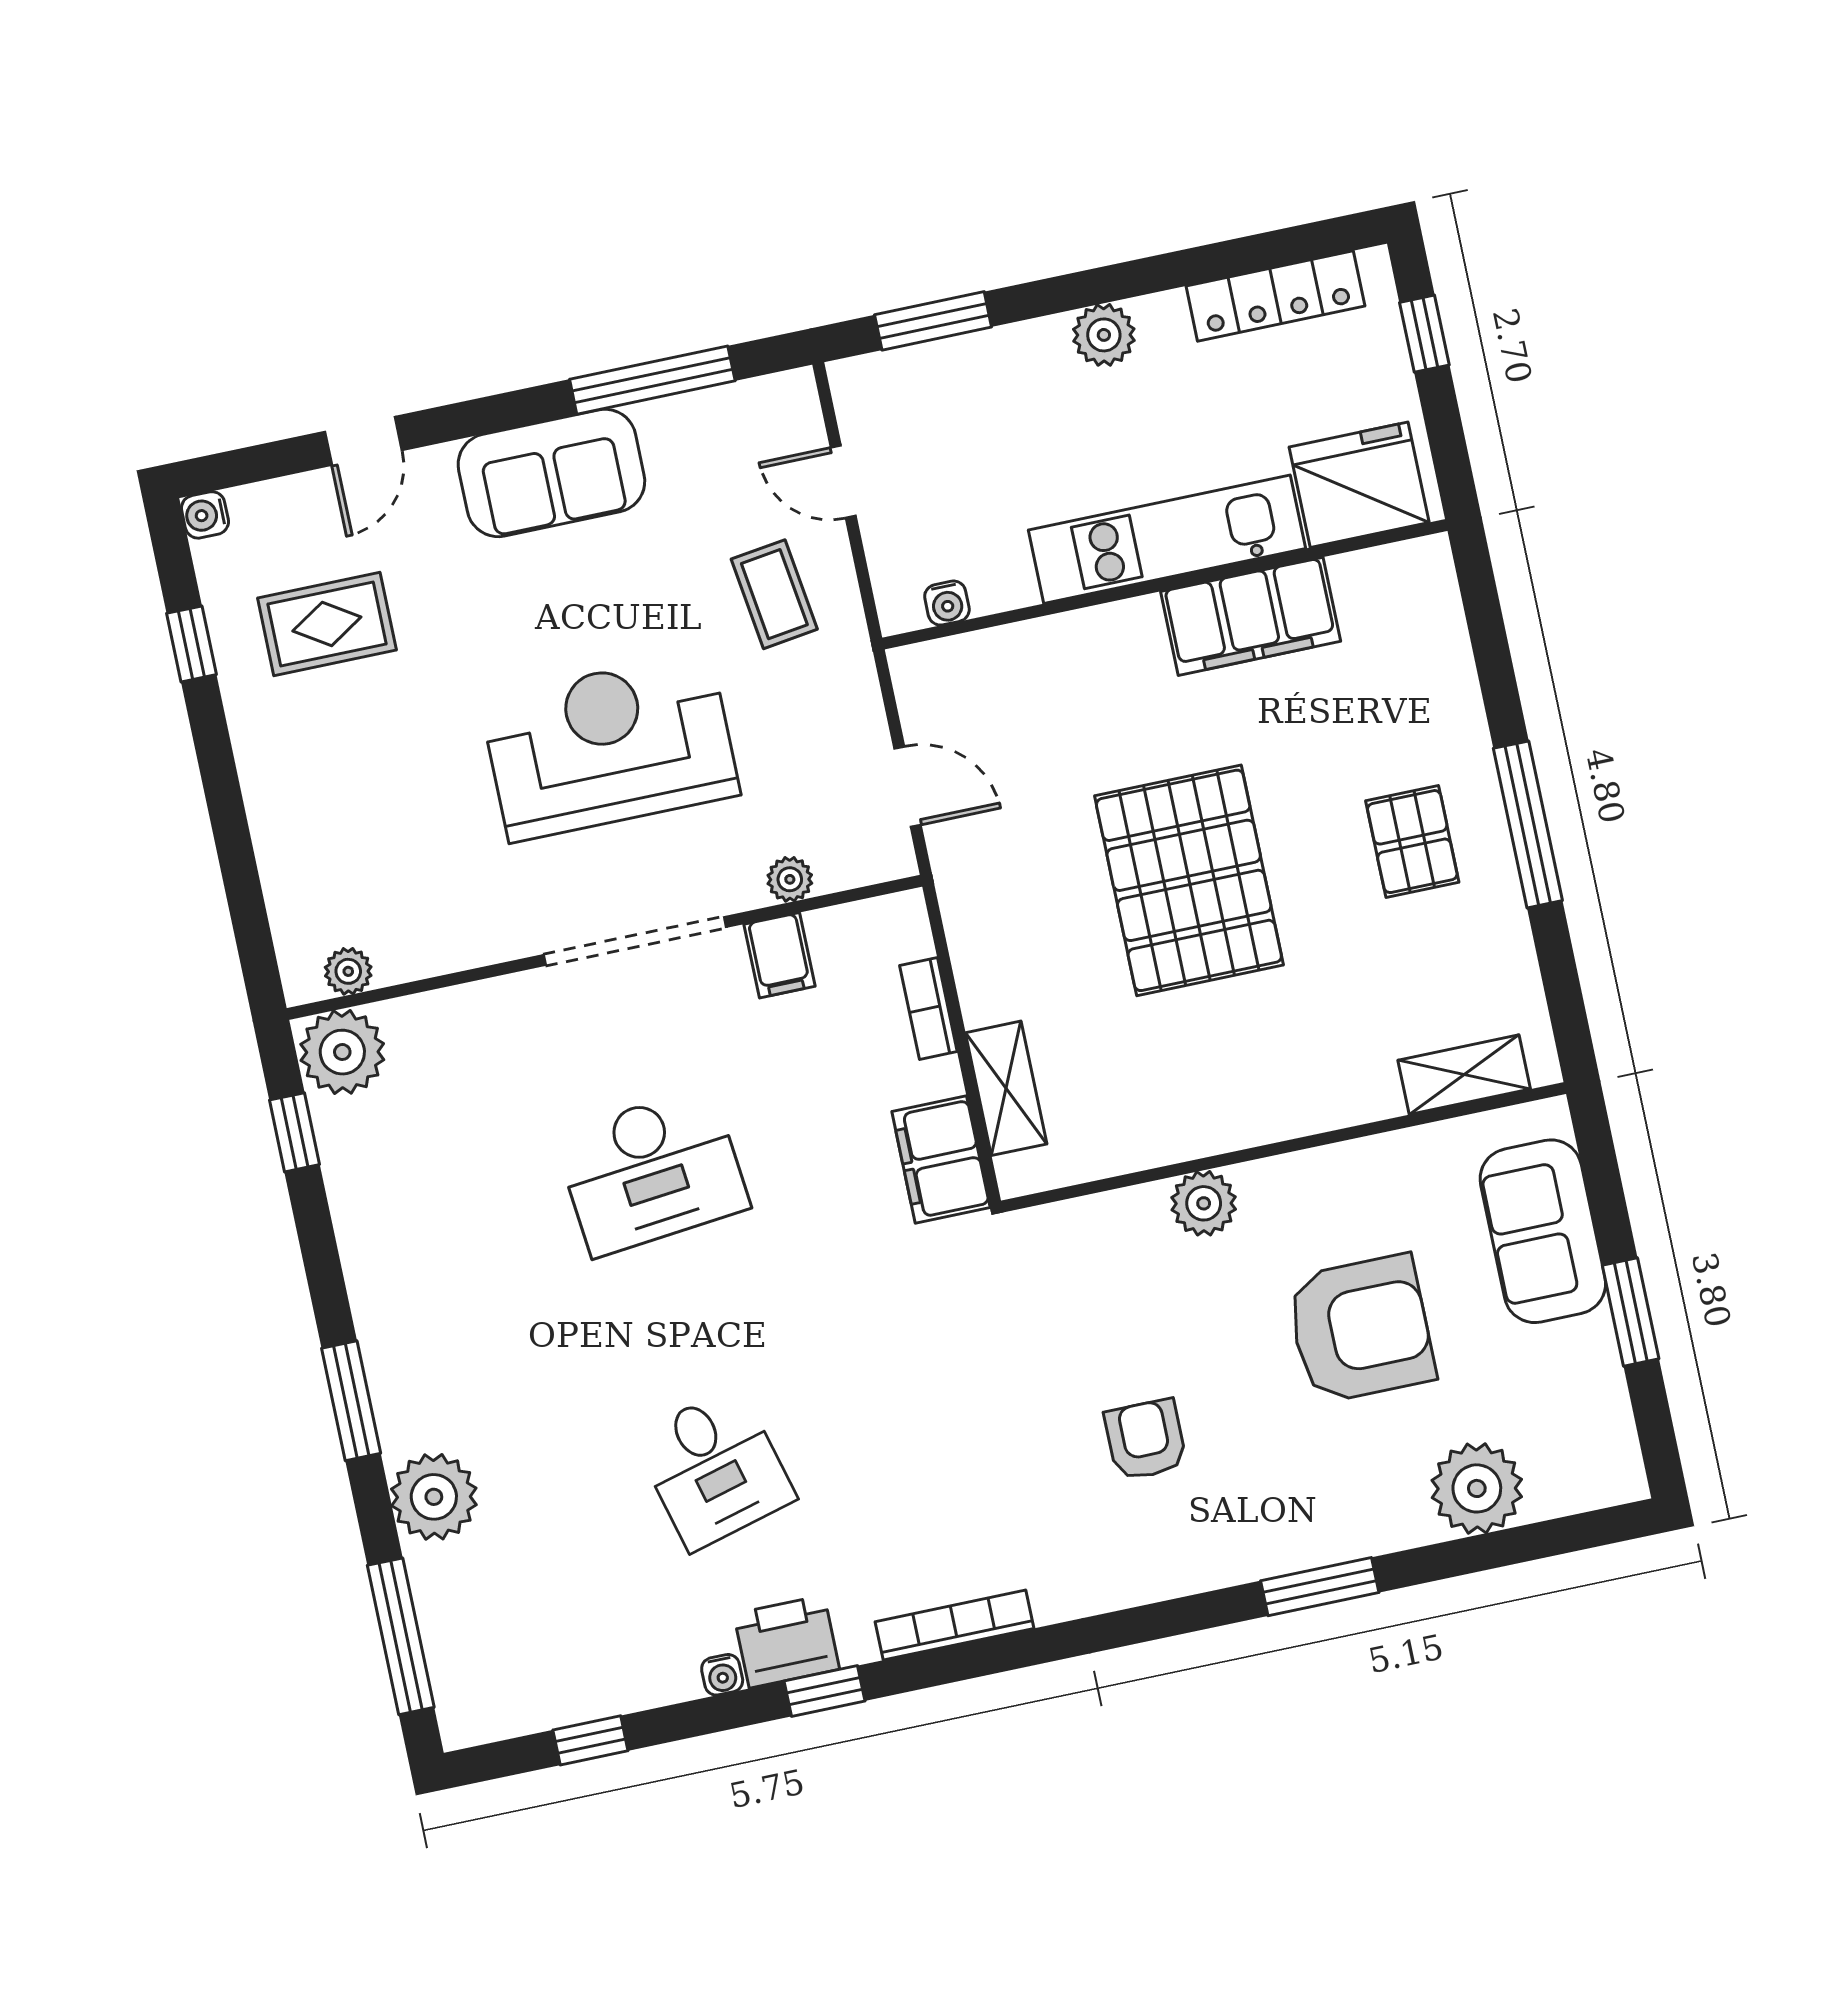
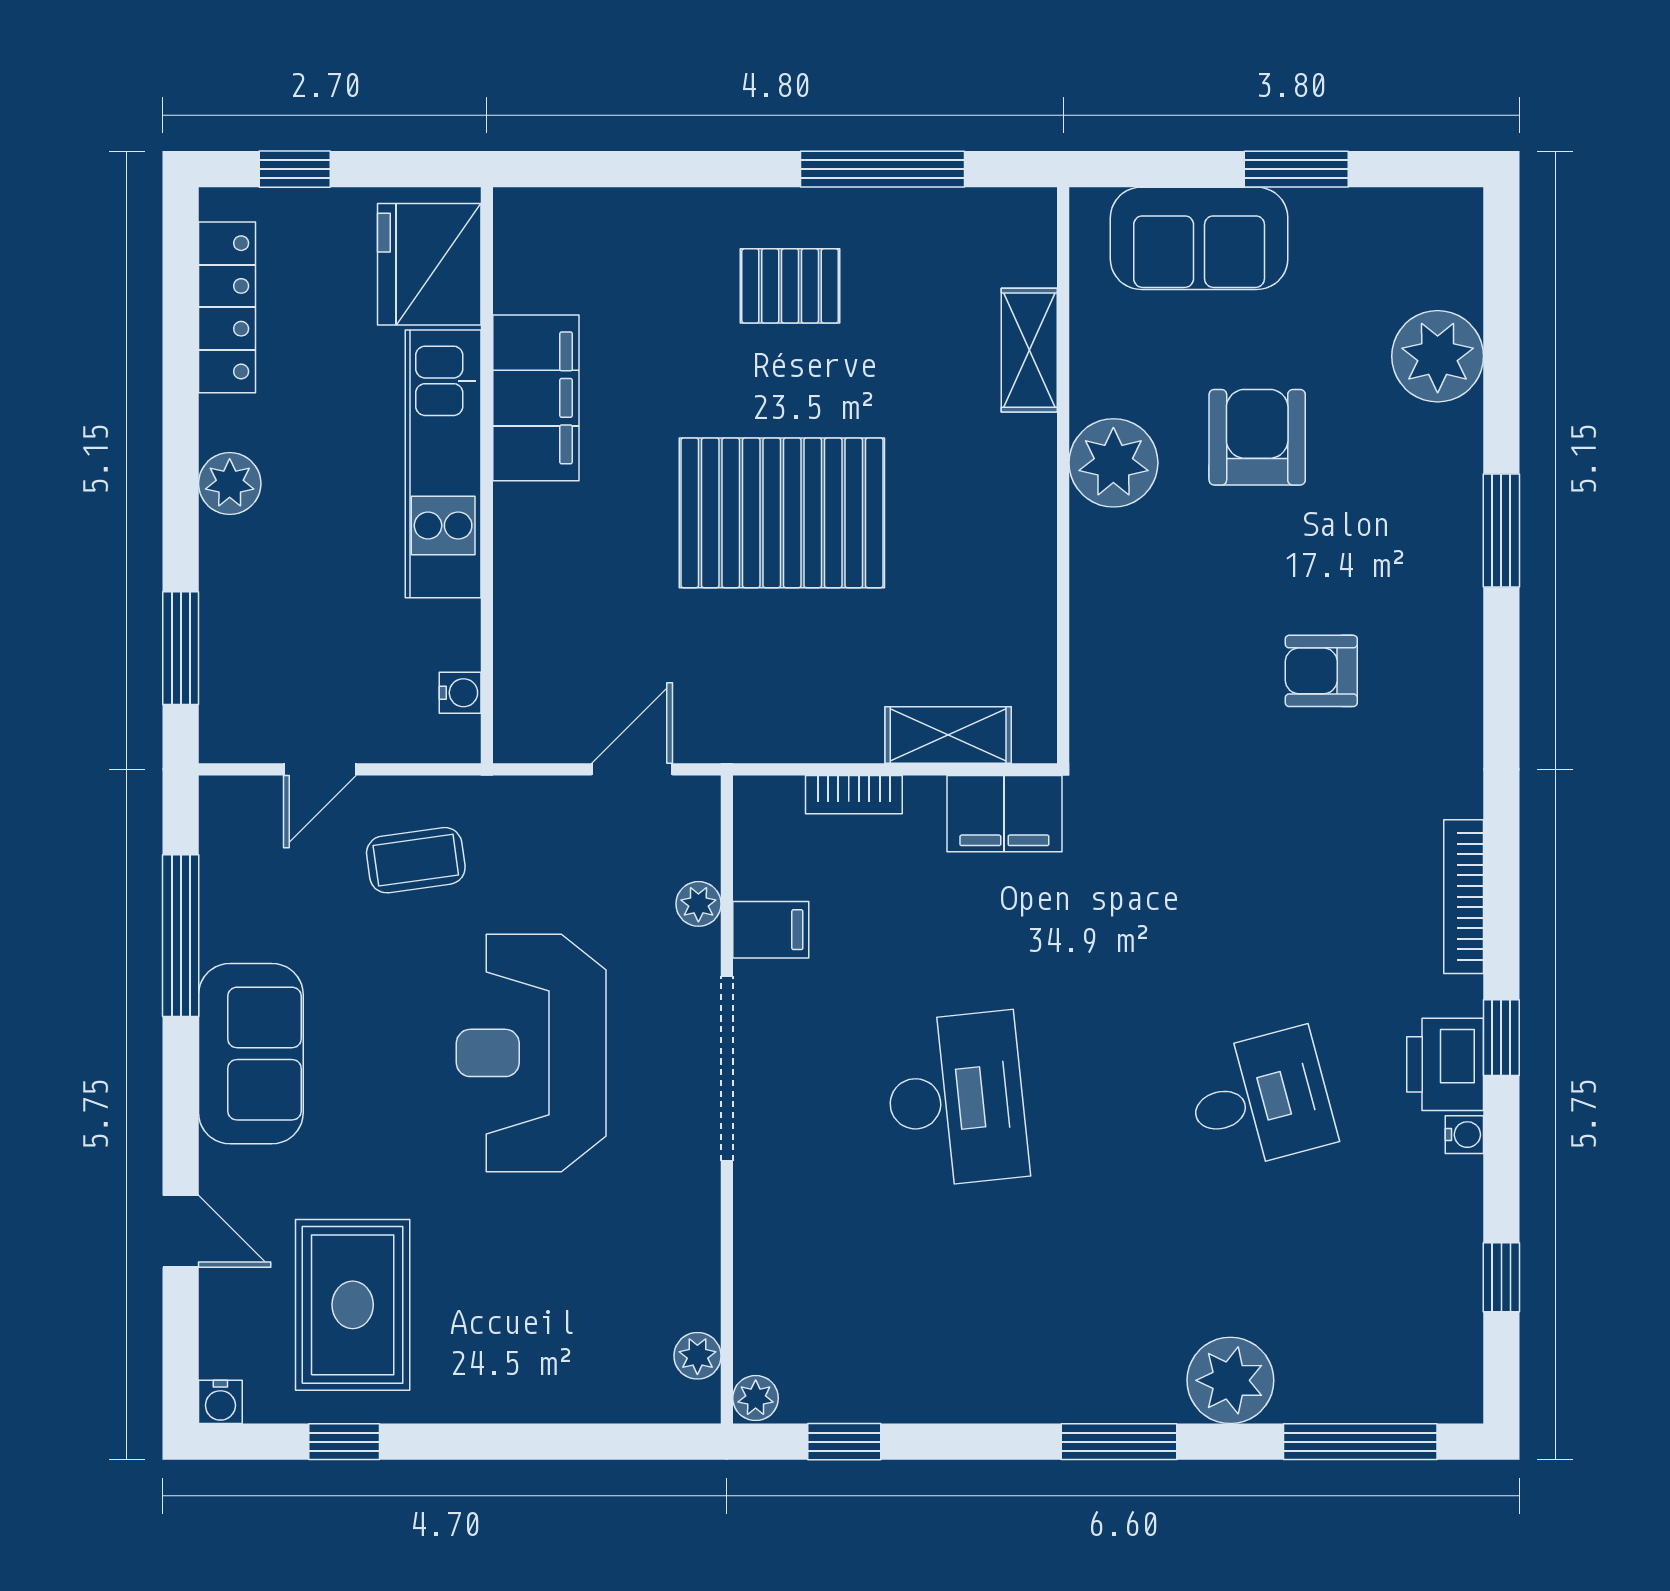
rug: (327, 624) -> (353, 1305), width x1.36, depth x1.43
window: (1528, 824) -> (883, 169), moved
plant: (342, 1052) -> (756, 1398), width x0.53, depth x0.53
shelving: (1464, 1075) -> (1029, 350), moved
plant: (1204, 1203) -> (1113, 463), moved, width x1.36, depth x1.36
armchair: (1361, 1329) -> (1257, 437), width x0.73, depth x0.73

